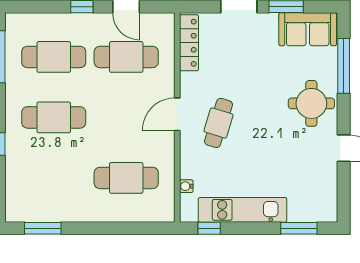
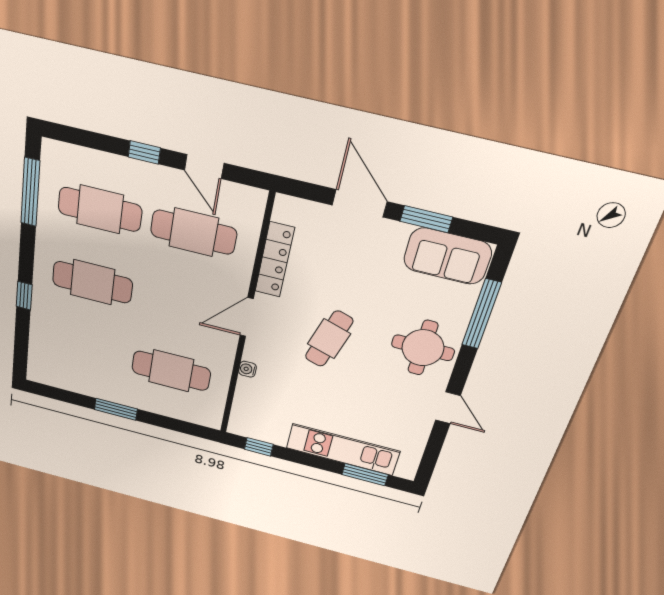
locker: (189, 43) -> (275, 260), moved
cafe table: (219, 123) -> (329, 339), moved
water cooler: (186, 186) -> (247, 369), moved
kitchen unit: (242, 210) -> (343, 449), moved
window: (43, 228) -> (116, 409), moved

